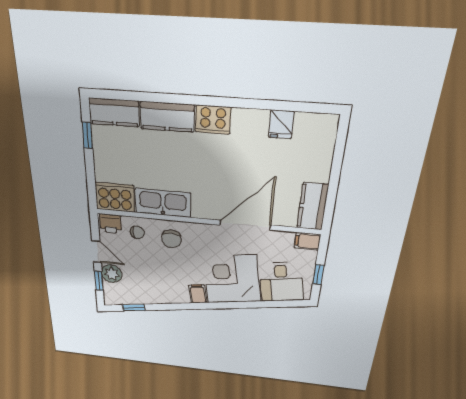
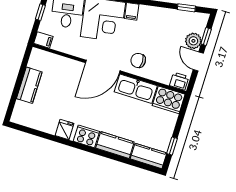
fridge: (281, 124) -> (65, 130), moved
kitchen counter: (313, 206) -> (29, 85), moved
door: (245, 225) -> (103, 67), moved
chair: (137, 232) -> (162, 70), removed
chair: (171, 239) -> (138, 60), turned -90

